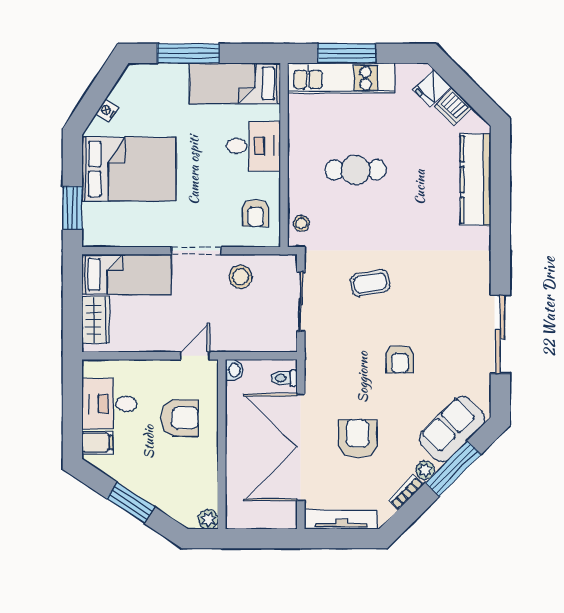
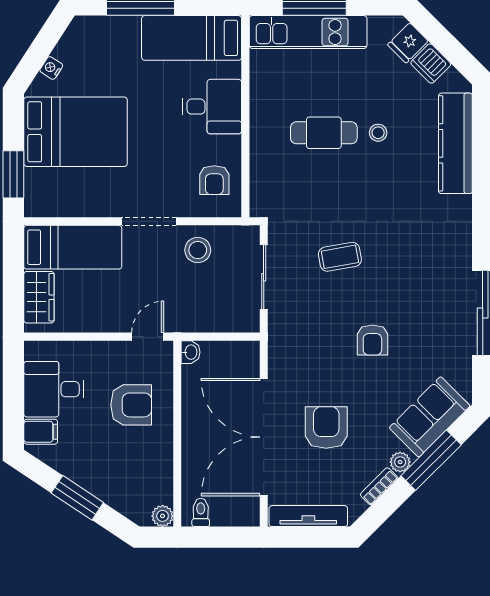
stool: (301, 224) -> (378, 133), moved
toilet: (284, 378) -> (201, 512), moved, turned 90

